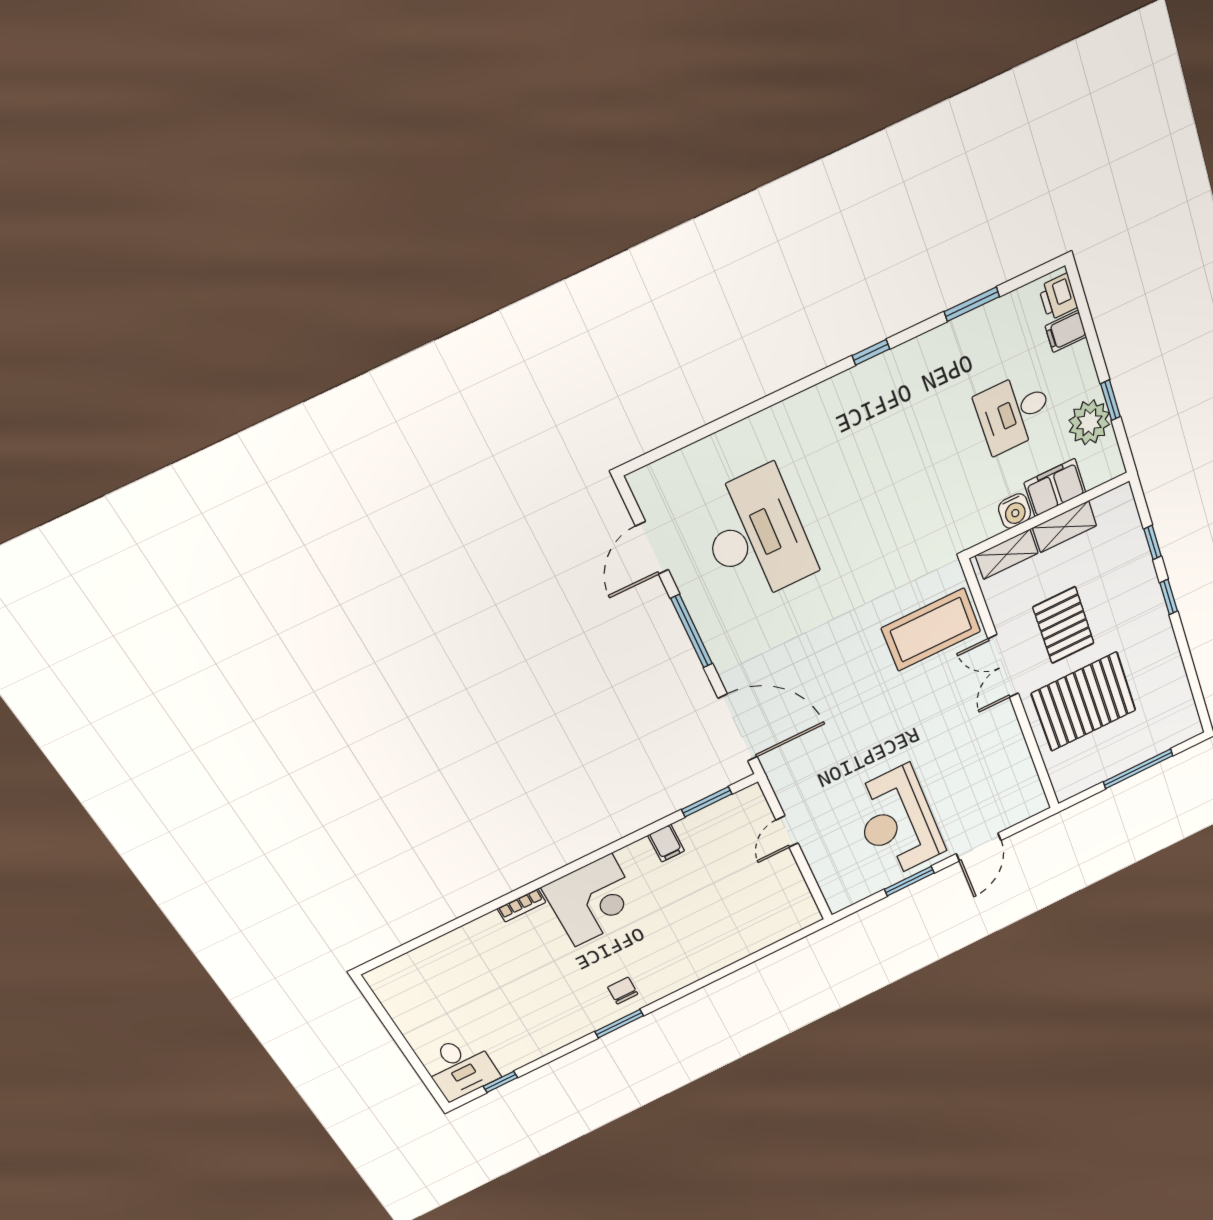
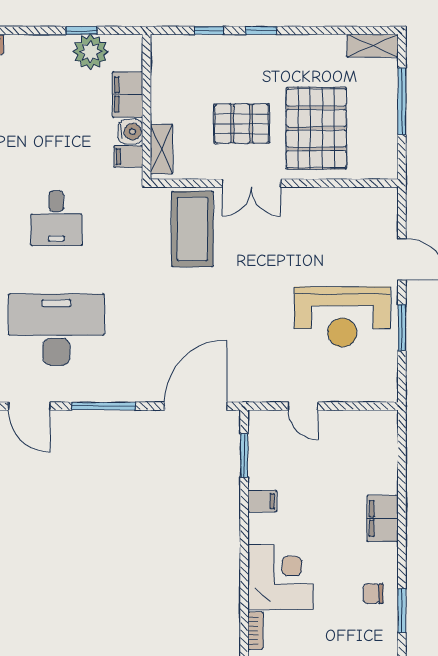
filing cabinet: (1066, 331) -> (128, 157), moved, turned 90
desk: (1014, 412) -> (56, 218), moved
shelving: (1065, 527) -> (373, 46), moved, turned 90
filing cabinet: (705, 960) -> (383, 518), added

